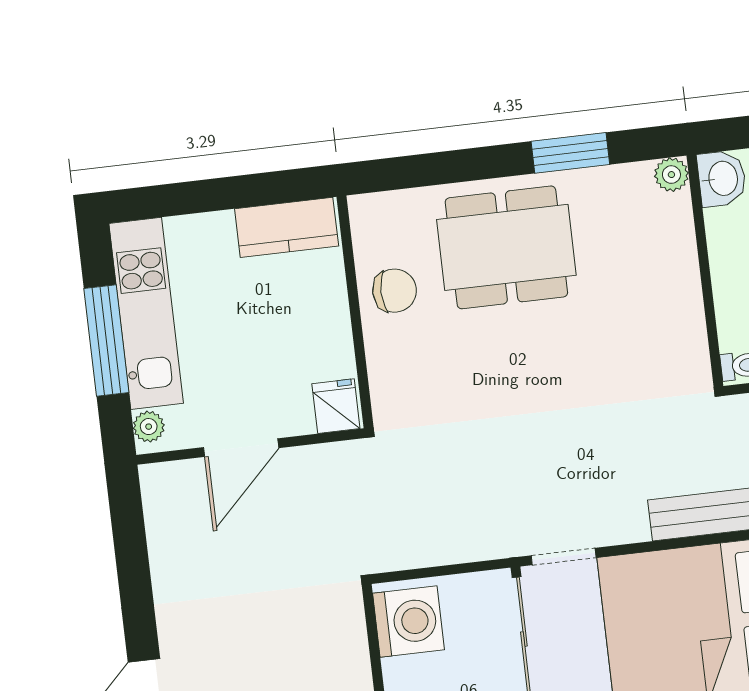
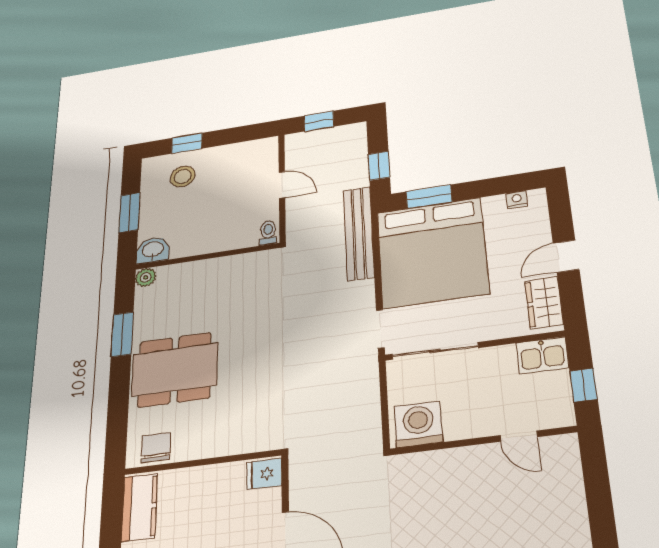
dining table: (506, 247) -> (175, 370), turned 90
chair: (395, 291) -> (156, 448), moved

